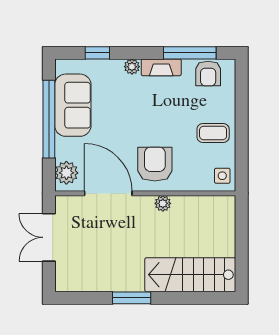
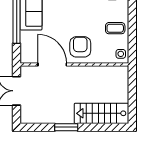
plant: (66, 173) -> (27, 52), removed
plant: (163, 203) -> (85, 70), removed

